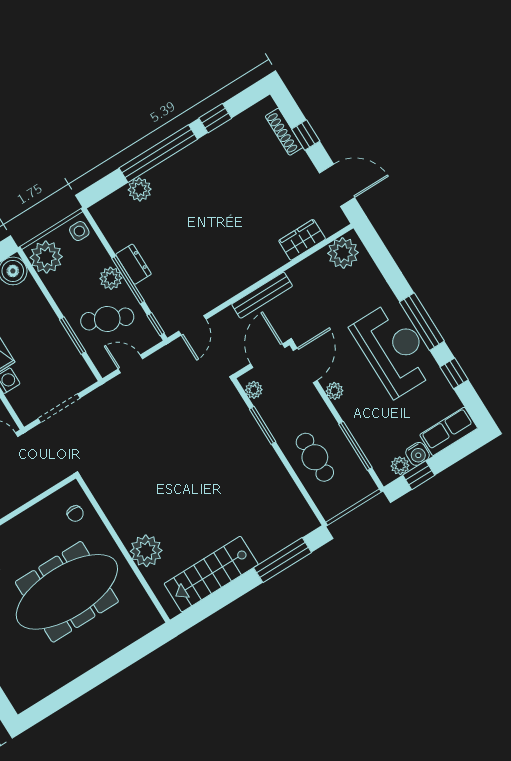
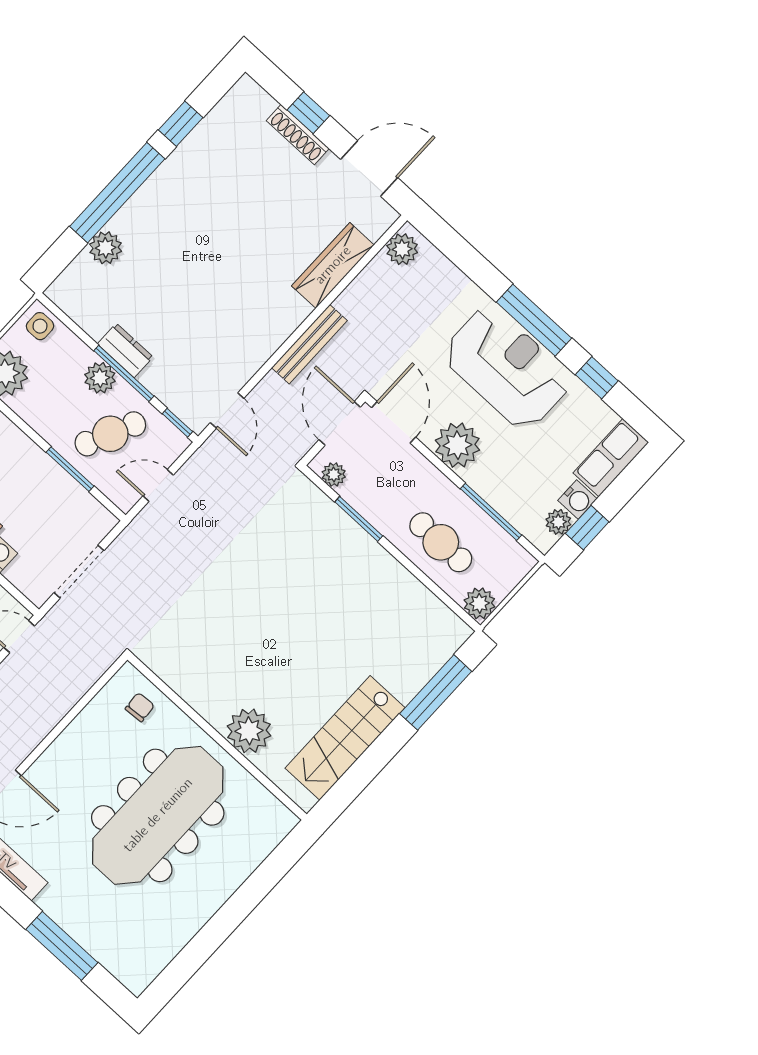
shoe rack: (284, 132) -> (298, 134), moved
wardrobe: (302, 240) -> (333, 265), width x1.50
plant: (343, 253) -> (402, 249), width x0.73, depth x0.73
plant: (334, 391) -> (457, 445), width x1.88, depth x1.88
plant: (330, 507) -> (479, 603), added
chair: (75, 514) -> (140, 707), turned -94

